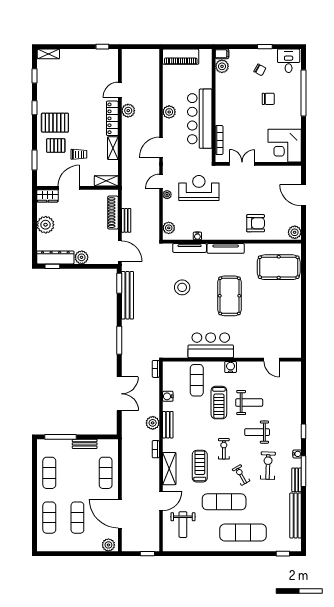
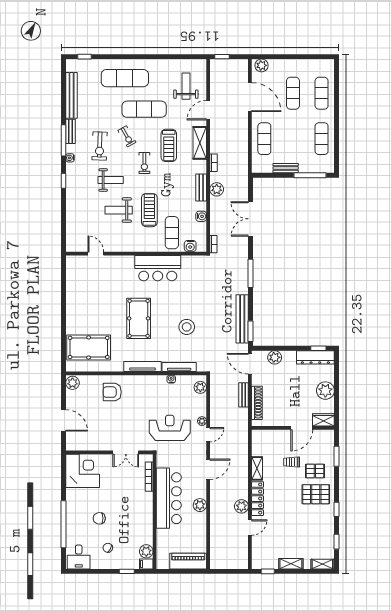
window: (265, 47) -> (127, 571), moved
shelving: (106, 181) -> (291, 564), moved
reception desk: (199, 188) -> (170, 428), turned 180
plant: (82, 257) -> (275, 357), moved
water cooler: (231, 367) -> (190, 246), moved

